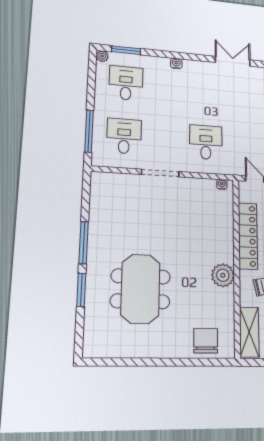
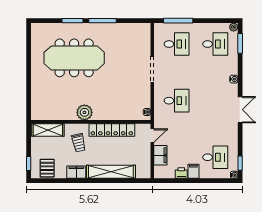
double door: (233, 61) -> (240, 110), moved
meeting table: (140, 289) -> (74, 58), width x1.36
chair: (206, 341) -> (42, 101), removed

